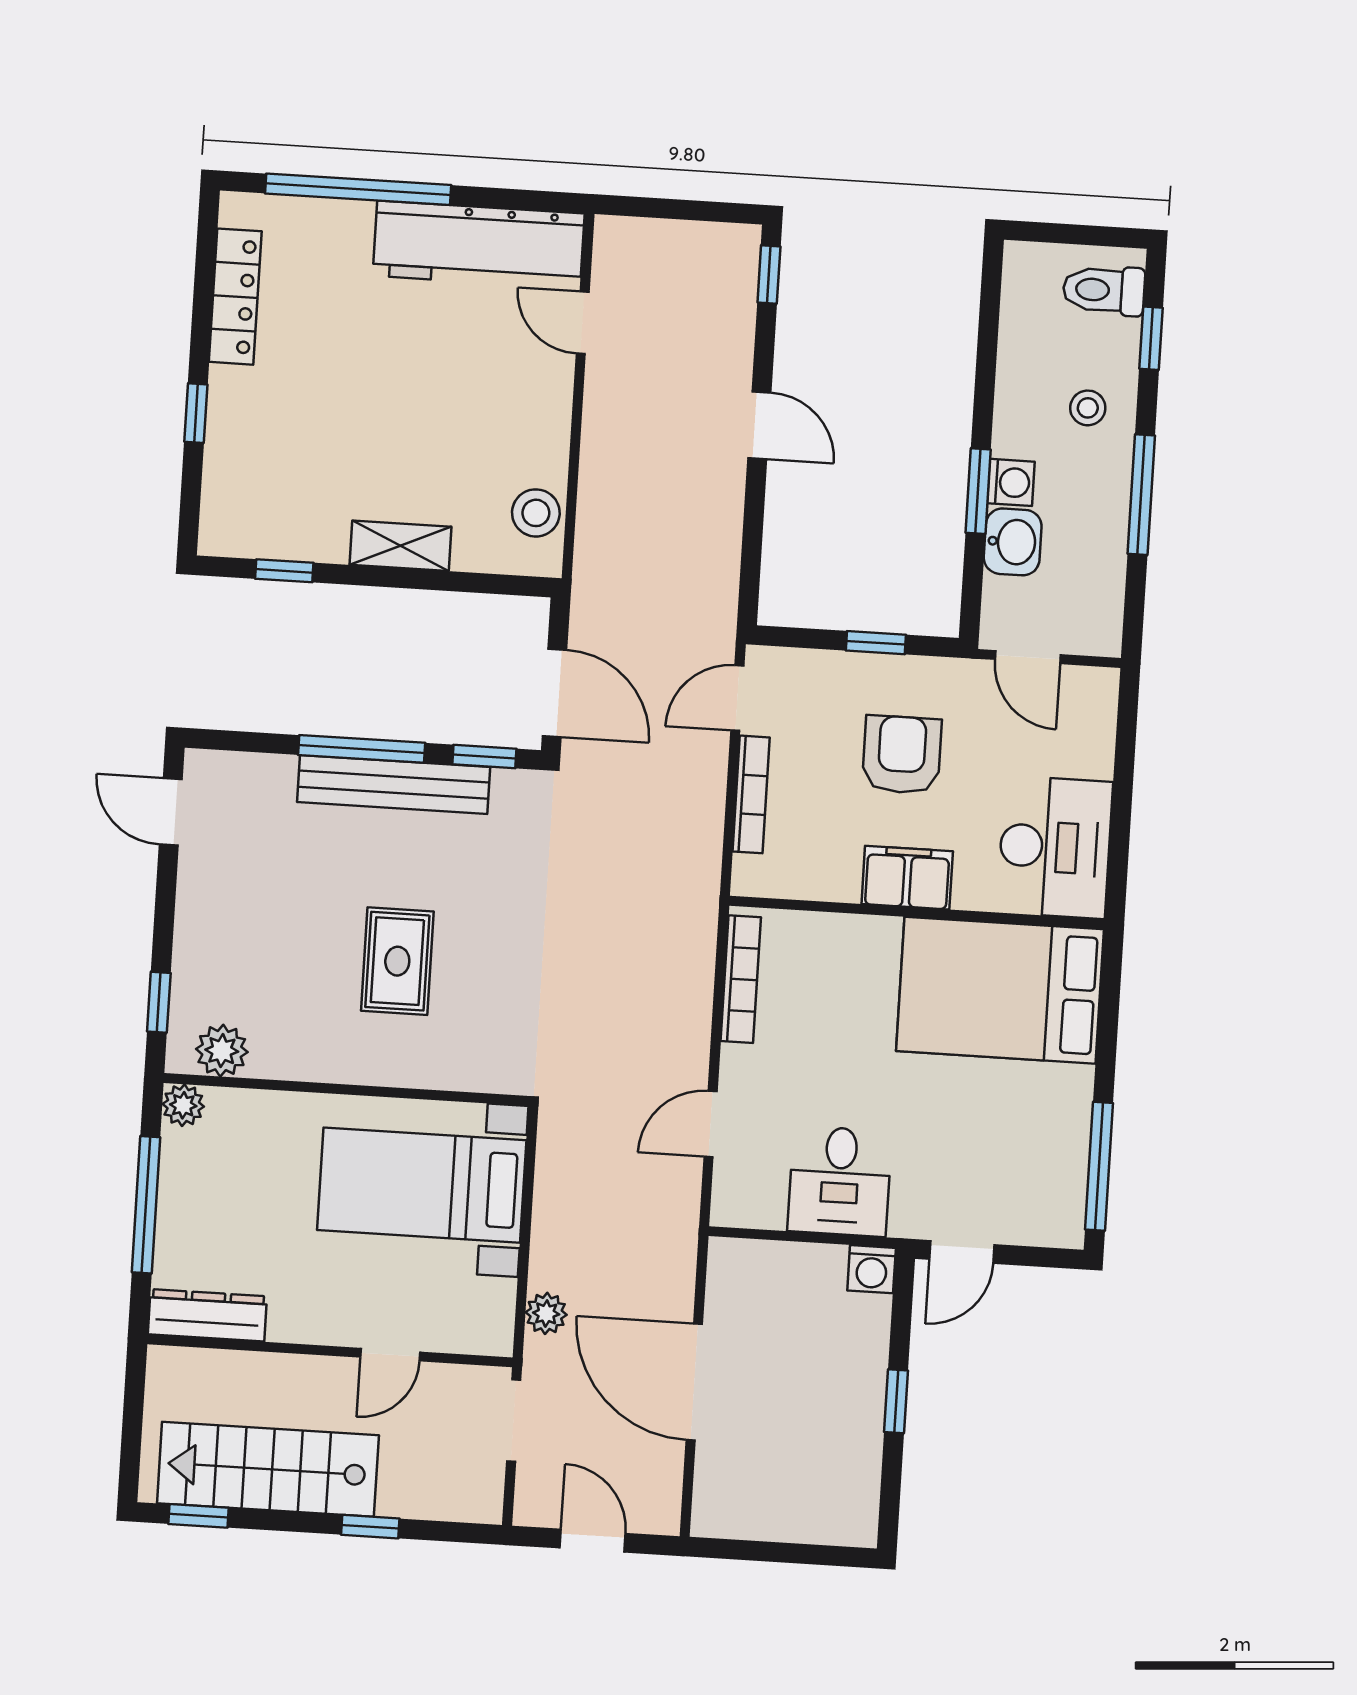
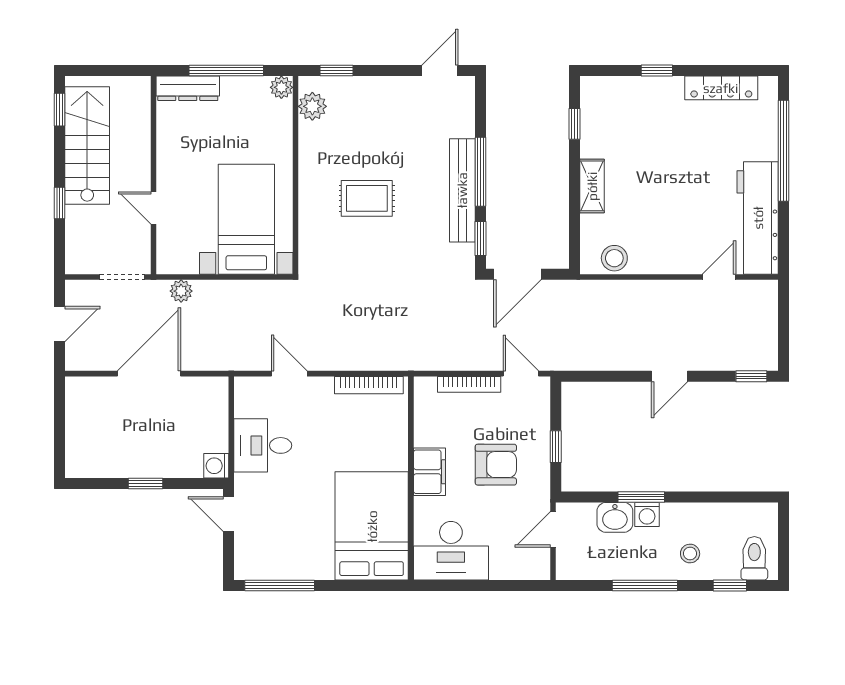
dresser: (207, 1315) -> (188, 88), moved, turned 90

